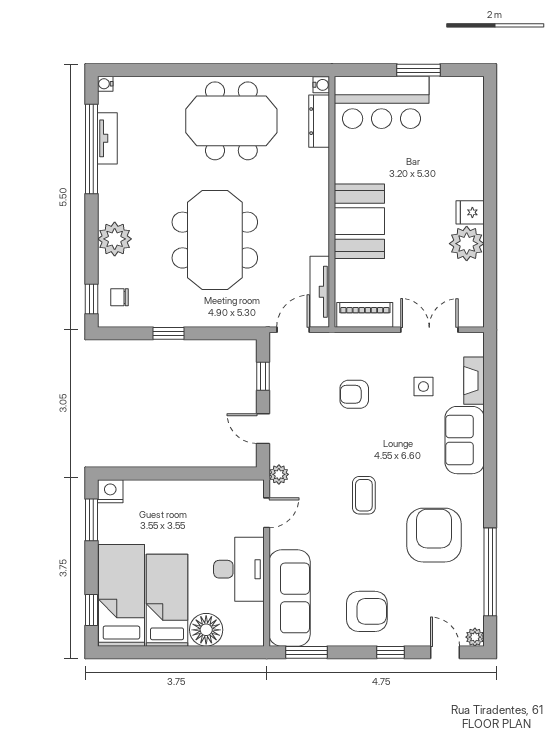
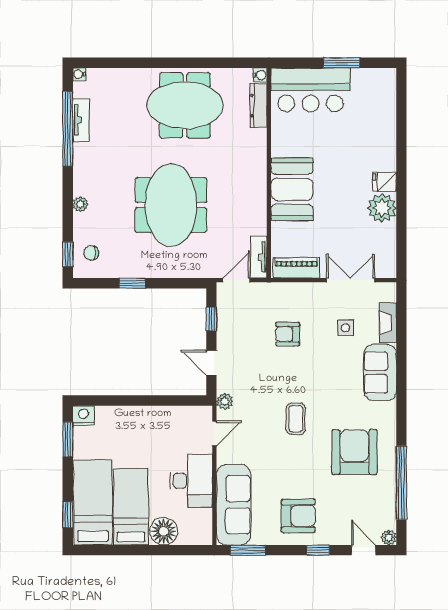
plant: (115, 239) -> (80, 204), width x0.53, depth x0.53
tv unit: (320, 292) -> (259, 257), width x0.71

